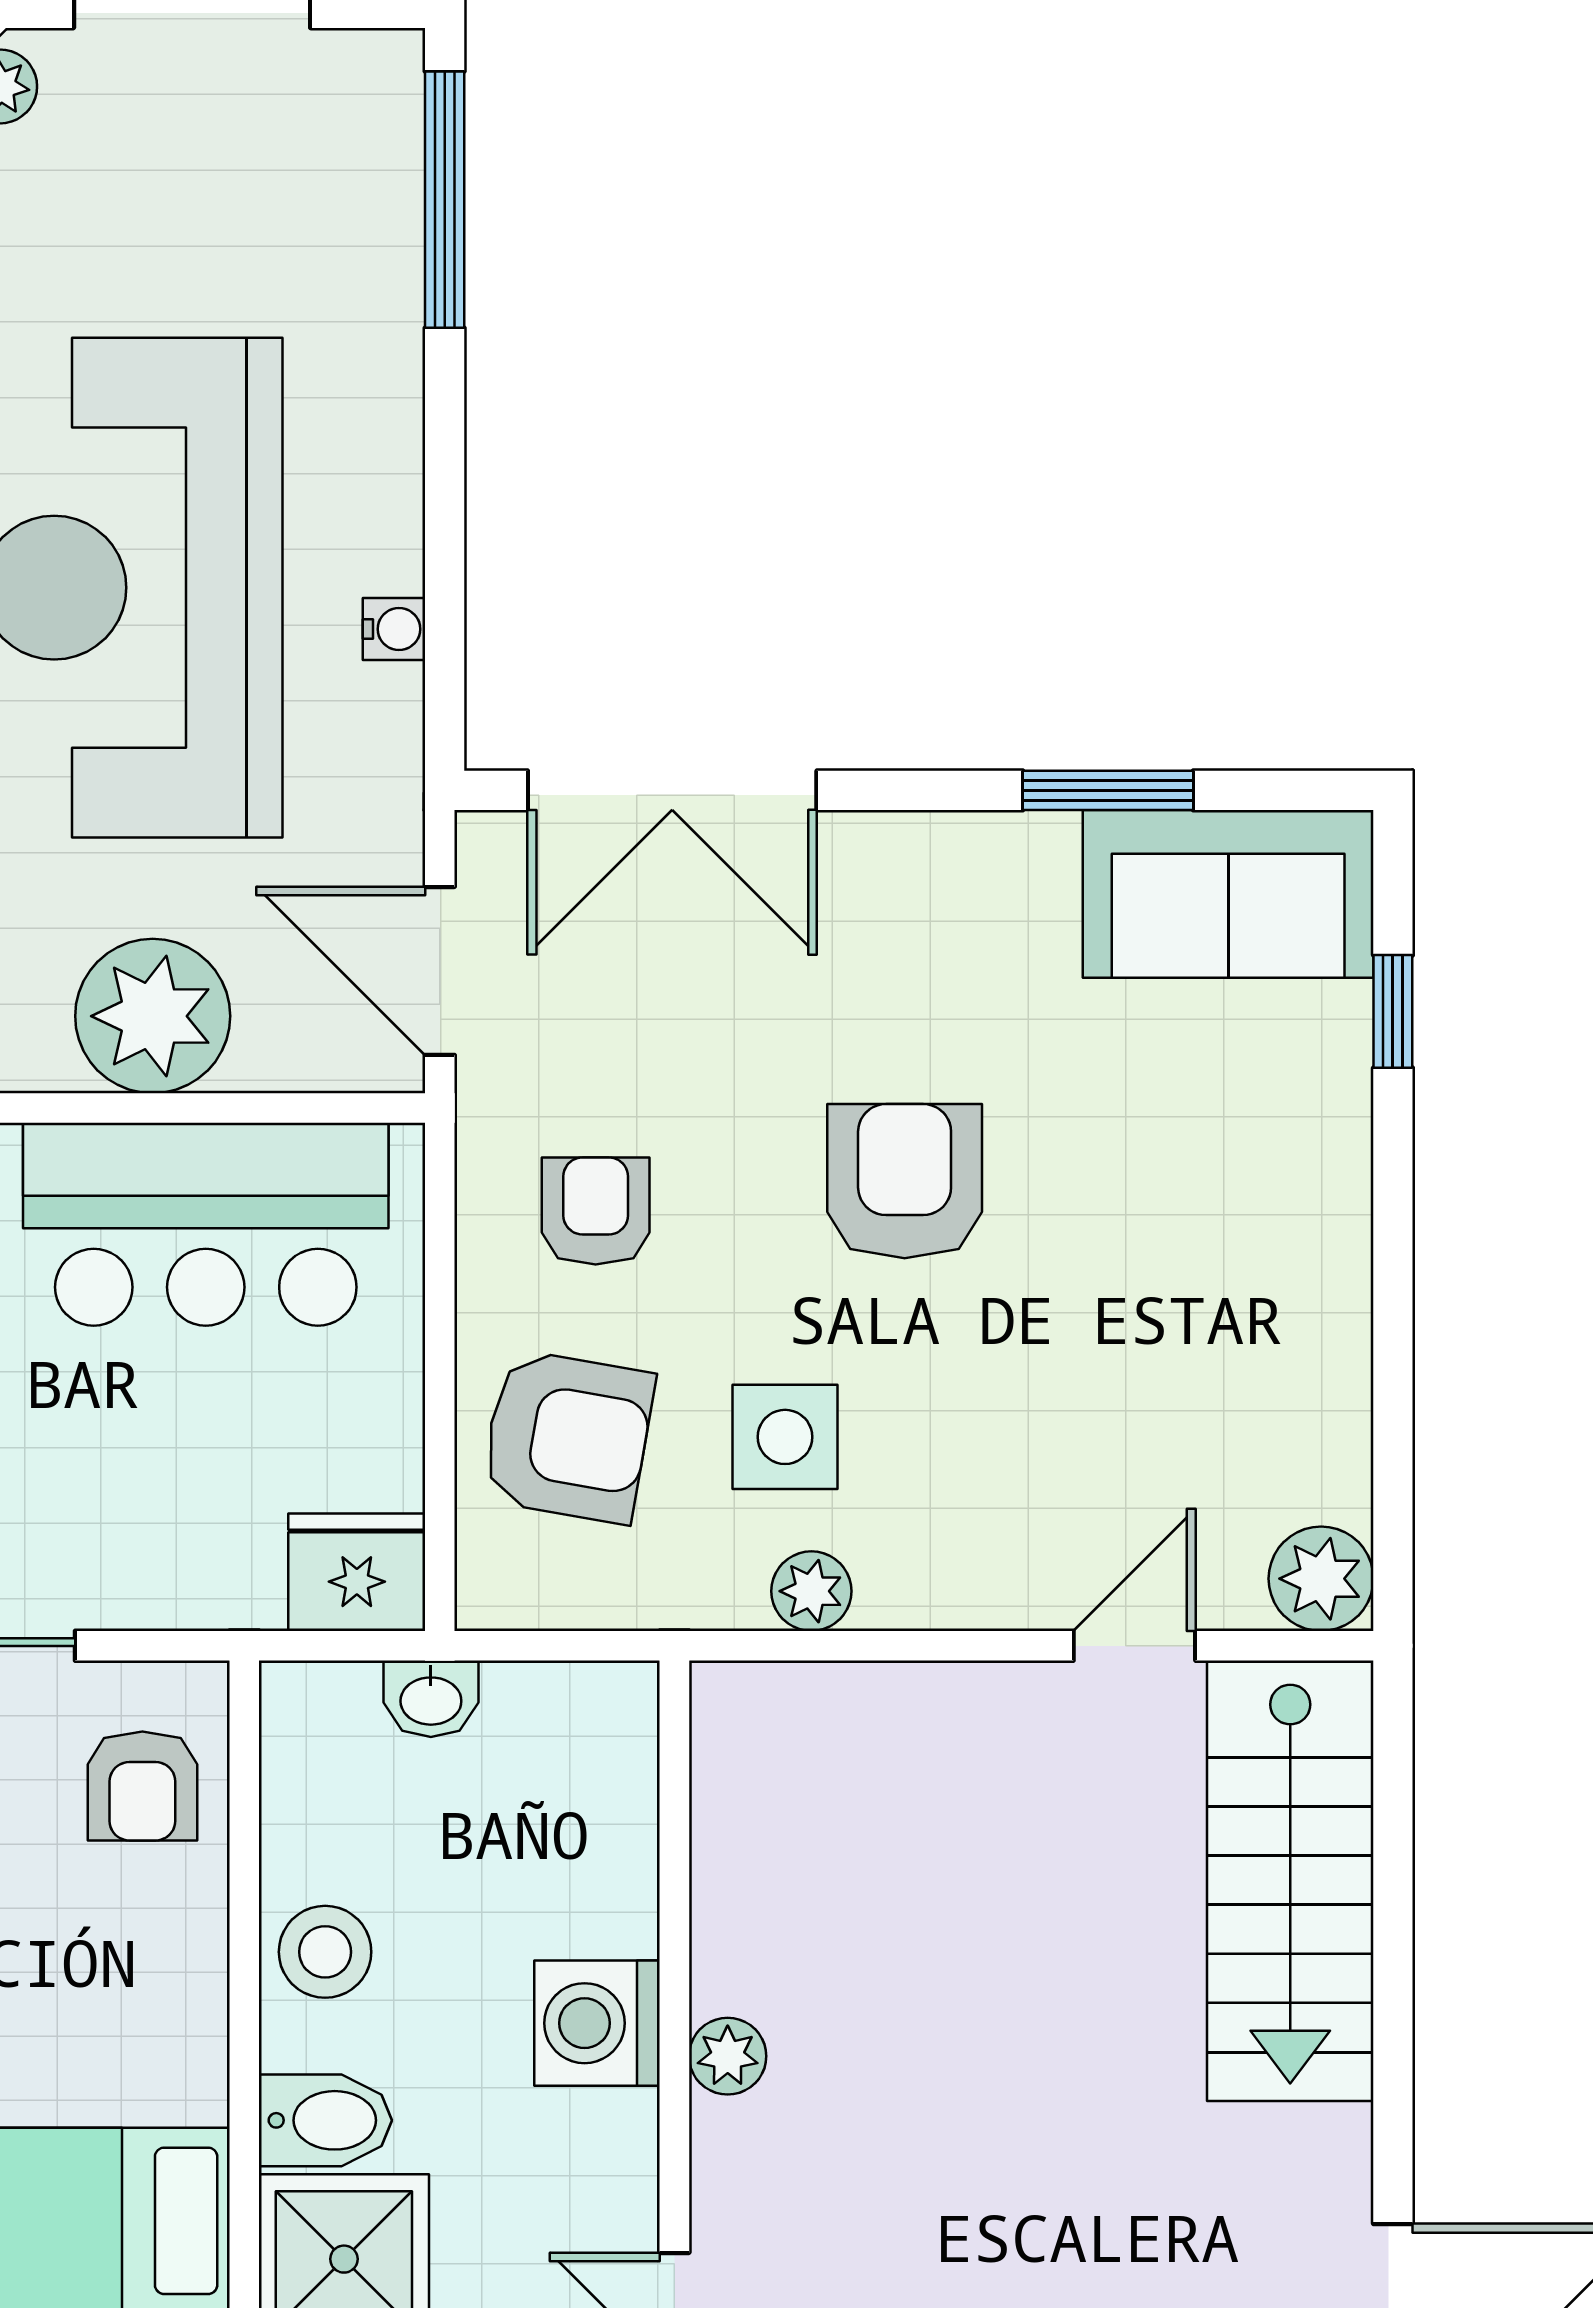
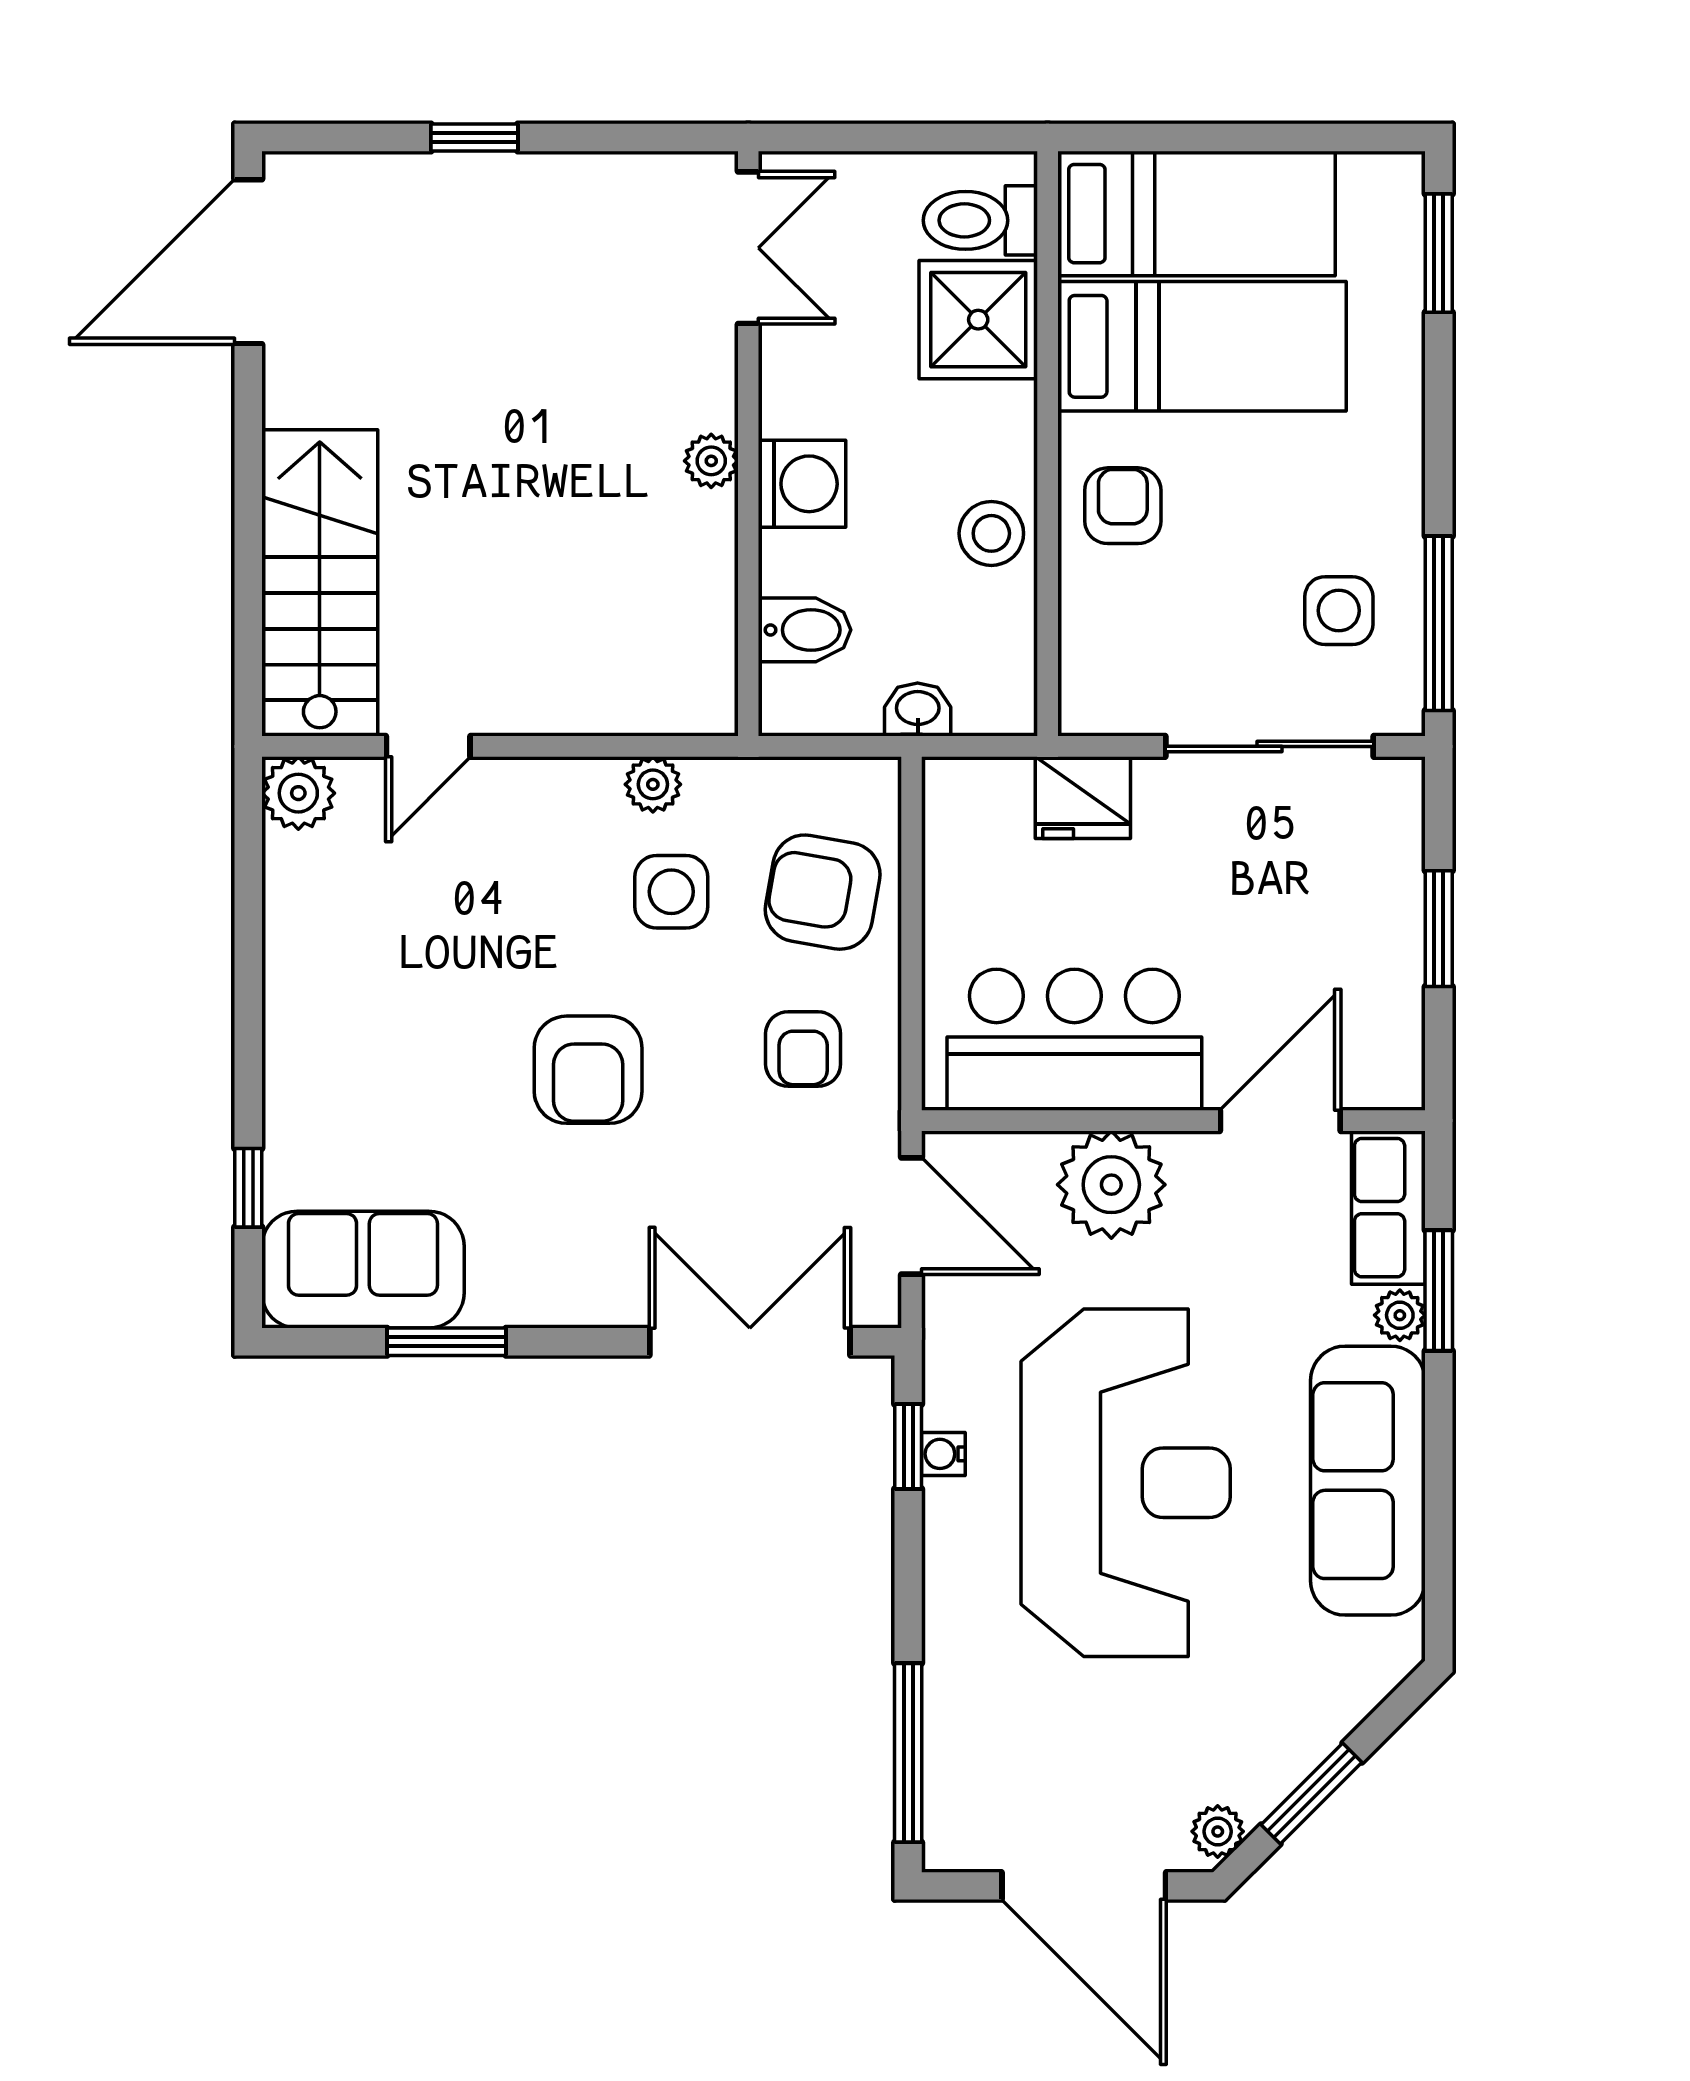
window: (445, 640) -> (908, 1446), added
fridge: (357, 1572) -> (1083, 798), moved
armchair: (142, 1786) -> (1123, 506), moved
bidet: (325, 2120) -> (805, 630), moved, turned 180

